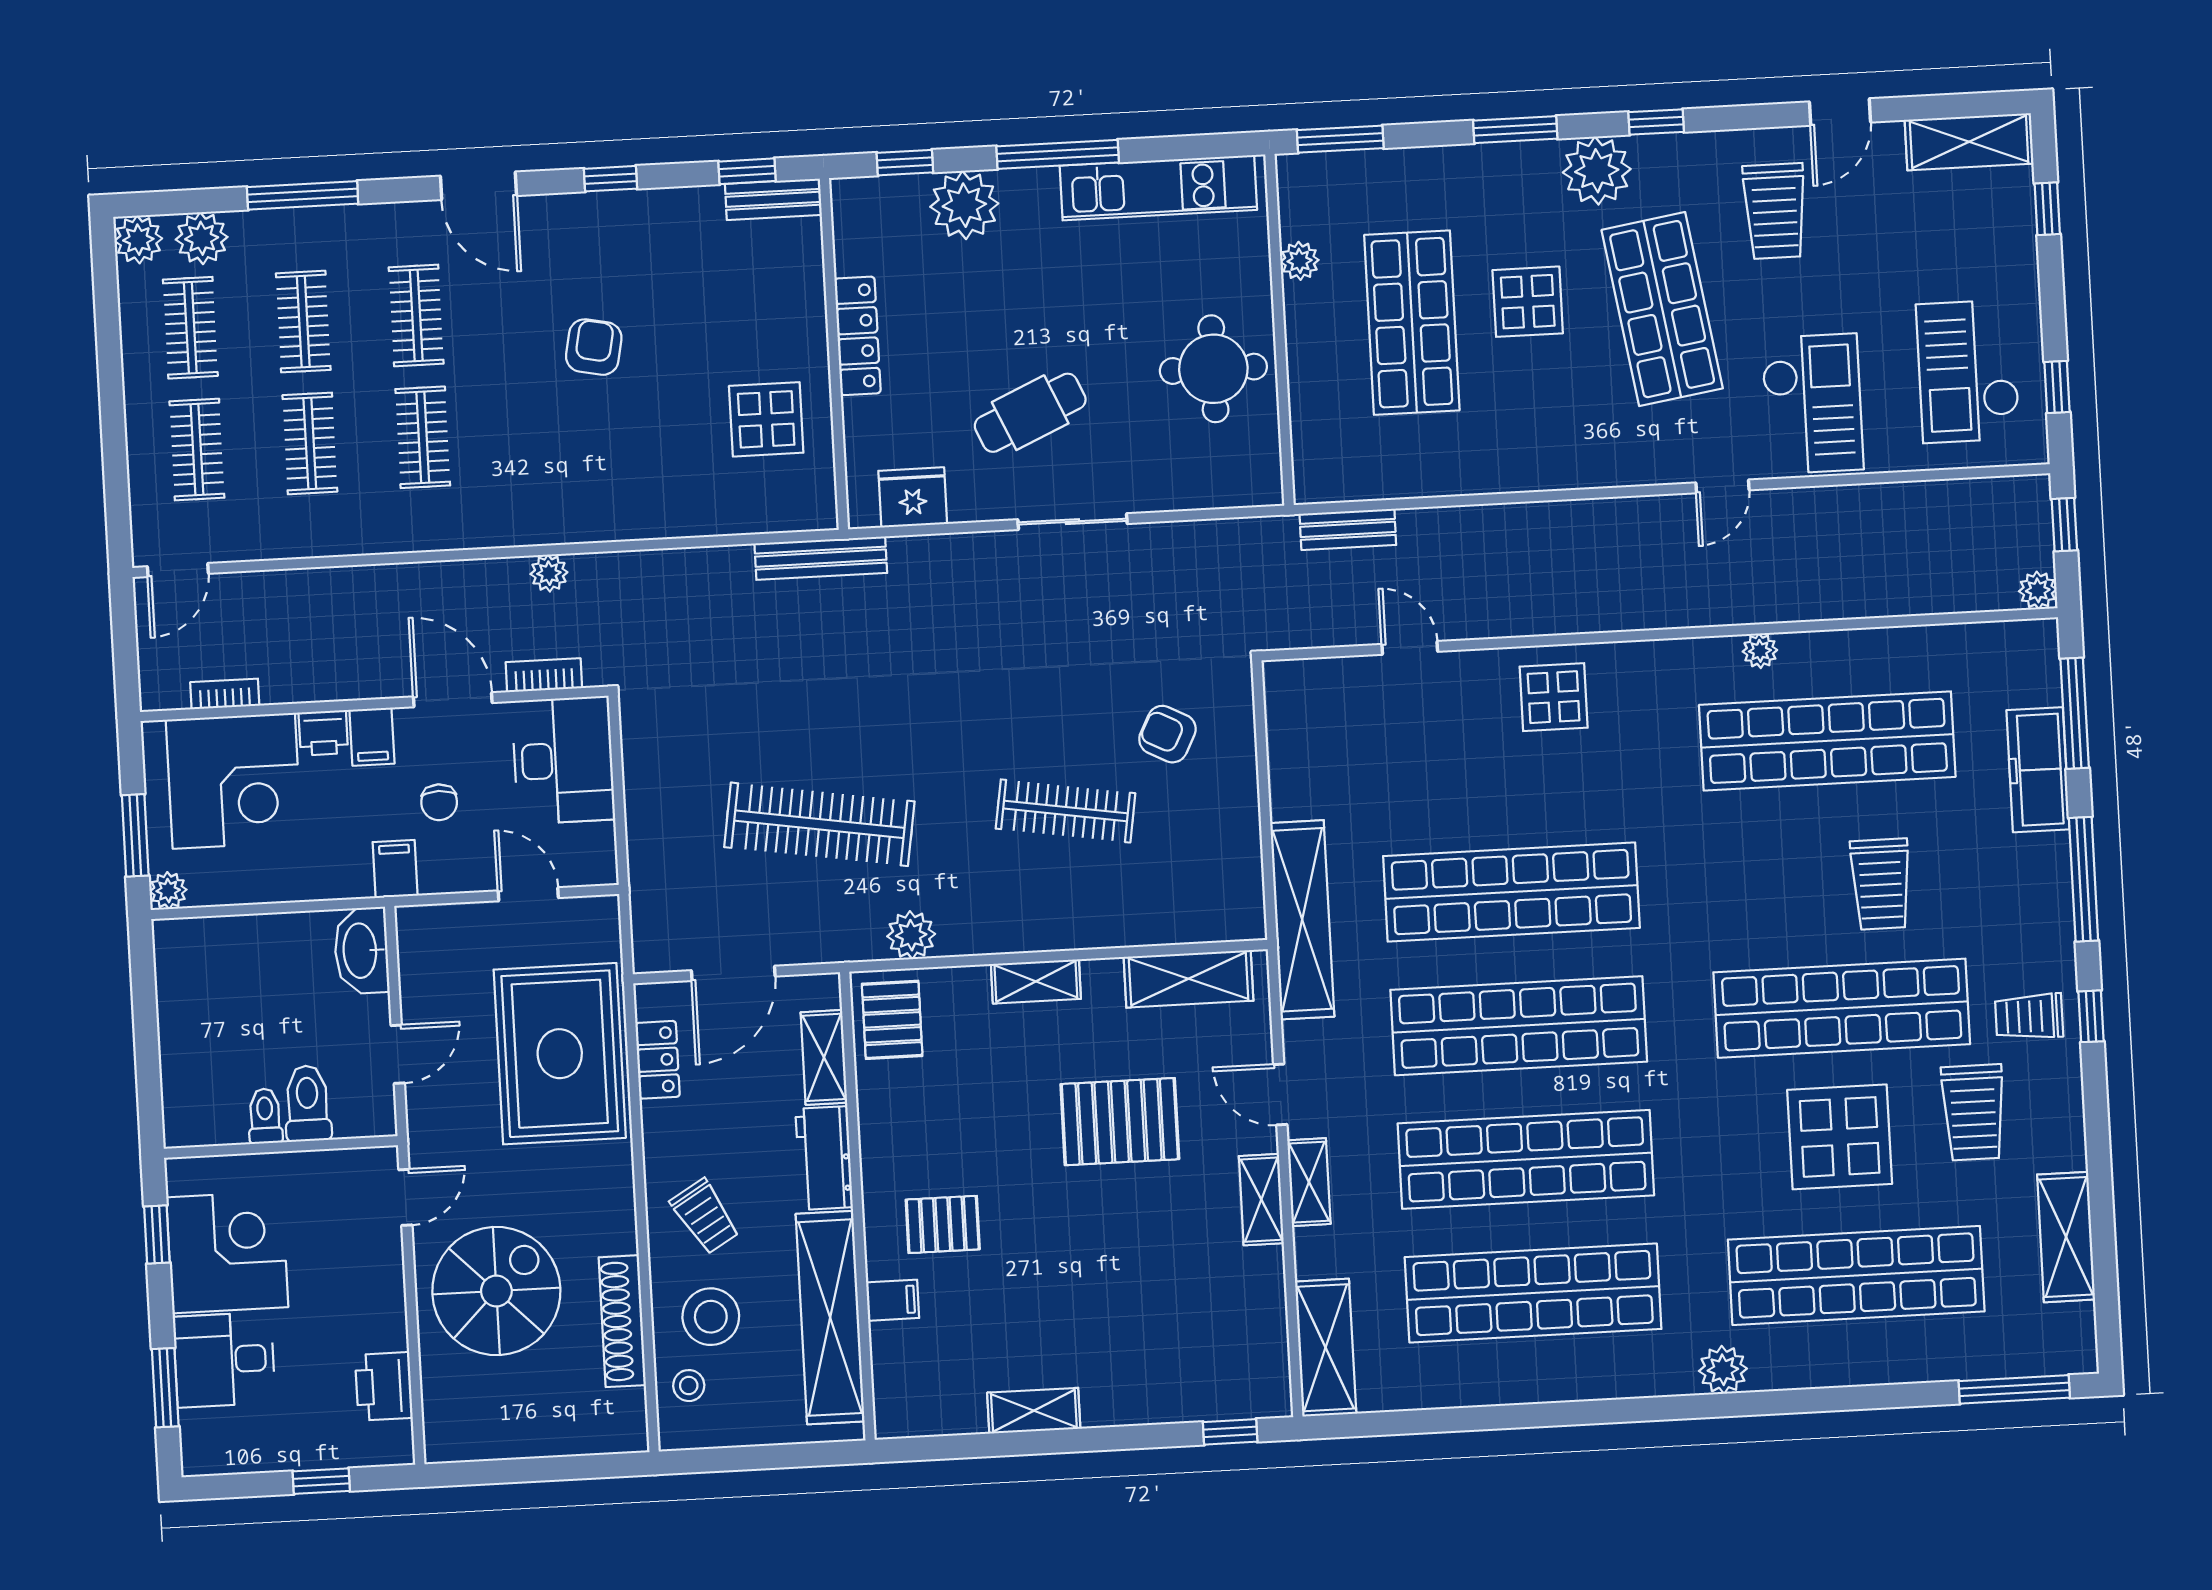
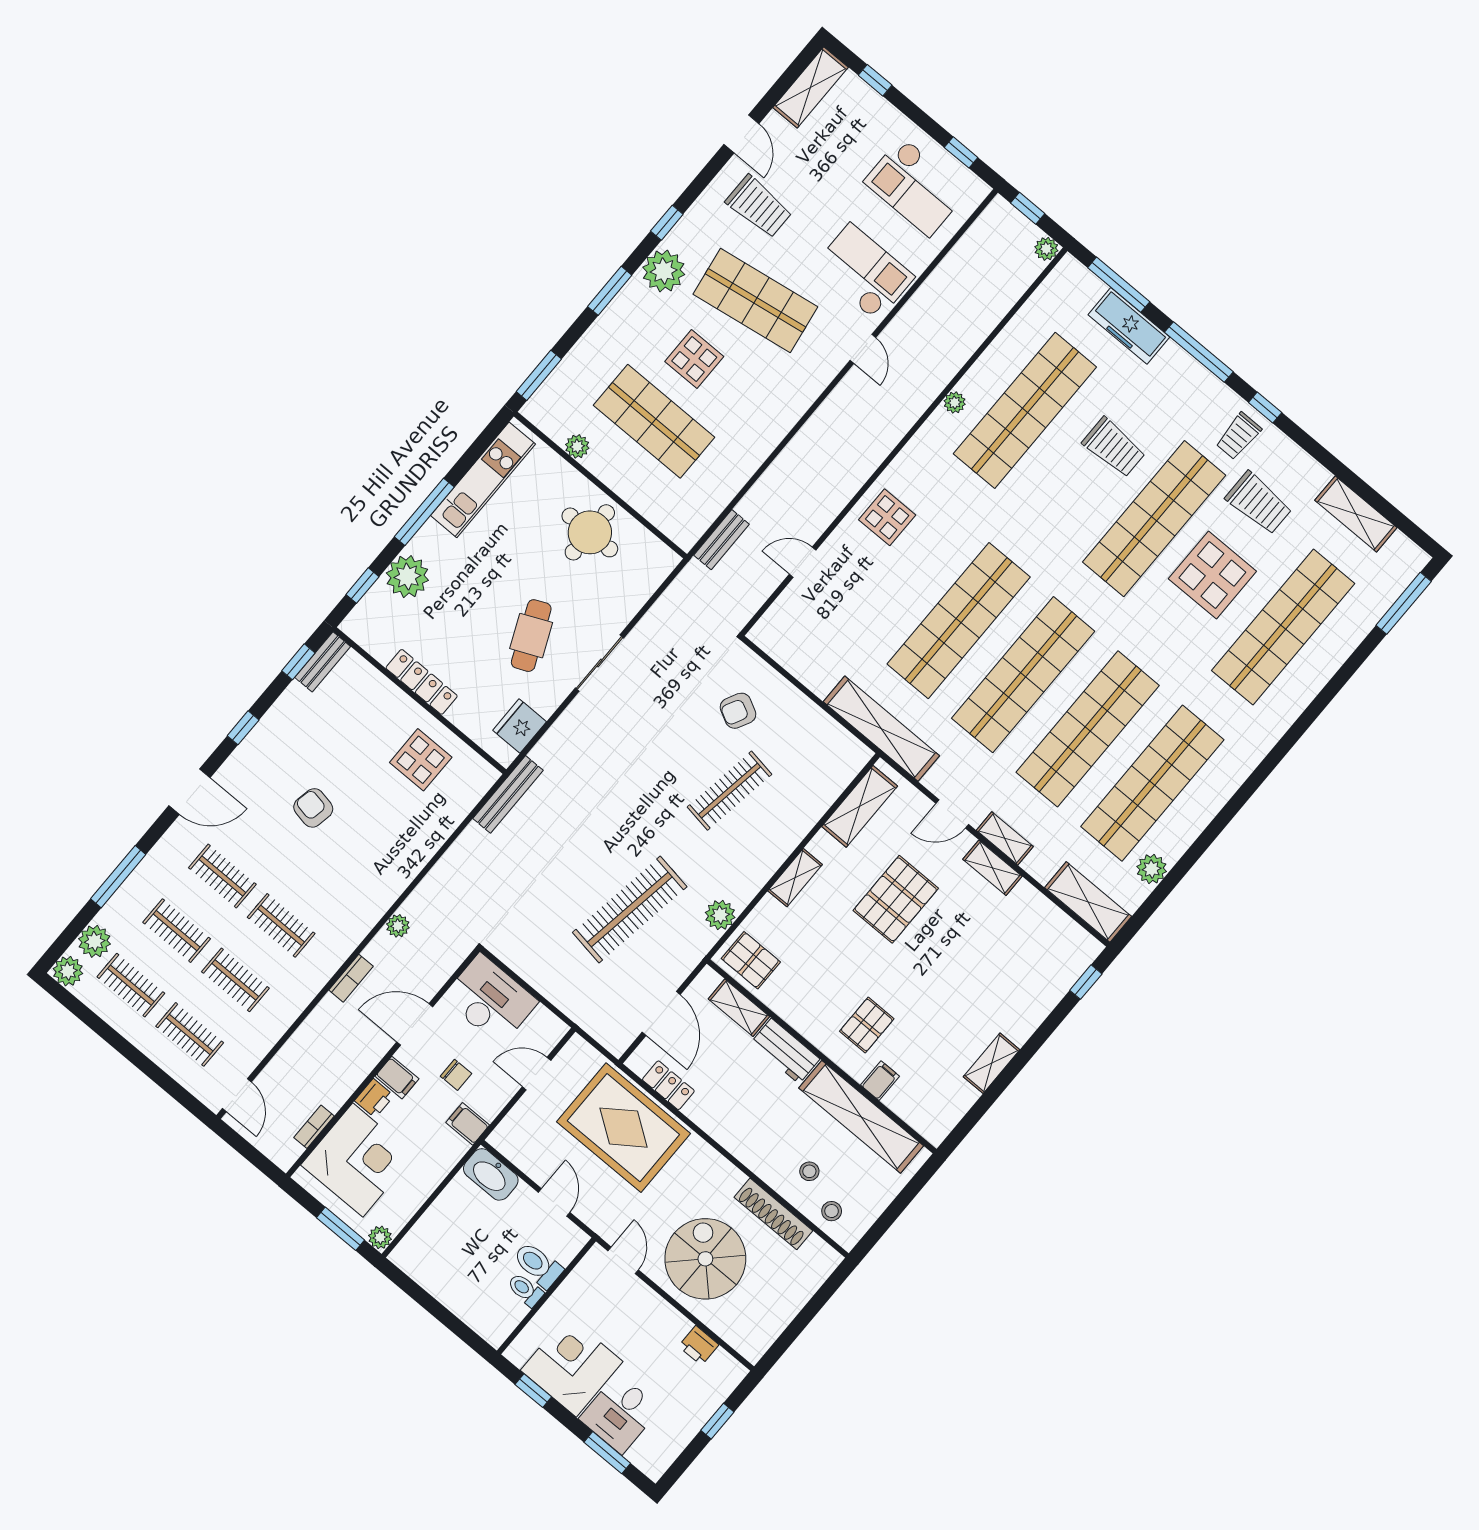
bookcase: (544, 675) -> (351, 978), moved, turned 180
trolley: (705, 1216) -> (761, 1131), removed
stool: (711, 1317) -> (809, 1171), width x0.53, depth x0.53
plant: (1723, 1370) -> (1152, 869), moved
printer: (384, 1386) -> (699, 1345), width x0.73, depth x0.81

